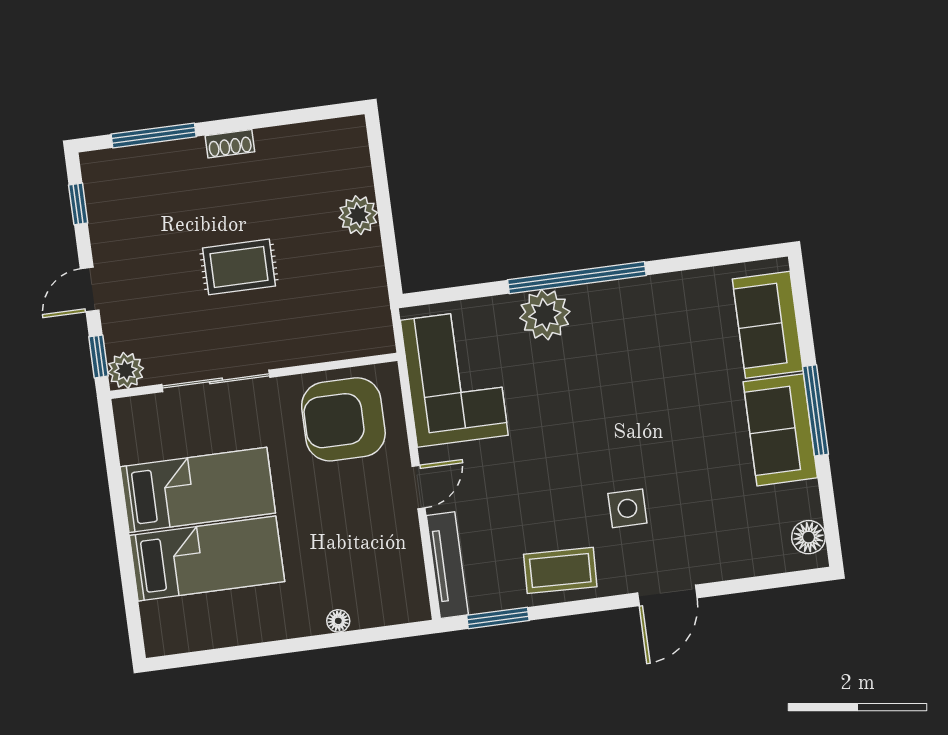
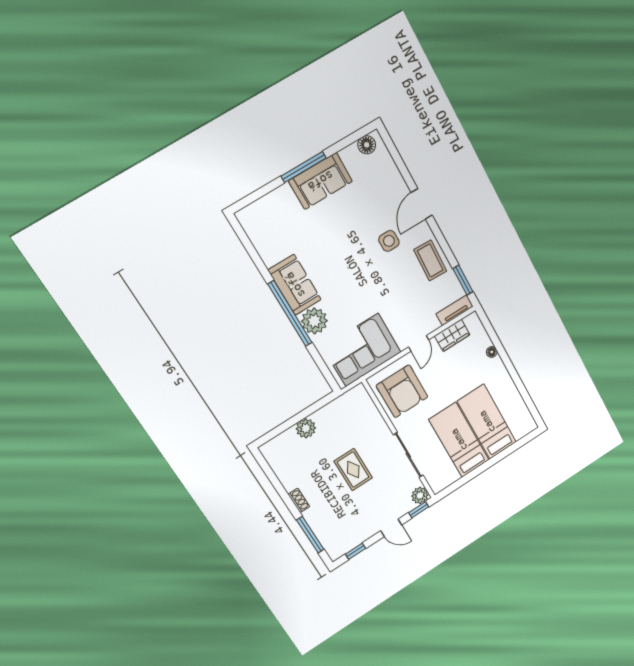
sofa: (768, 325) -> (295, 285), moved, turned -90
door: (419, 487) -> (419, 343), swing flipped
wardrobe: (405, 557) -> (452, 335), added
tv unit: (447, 565) -> (455, 310), width x0.71
door: (667, 595) -> (422, 204), swing flipped

